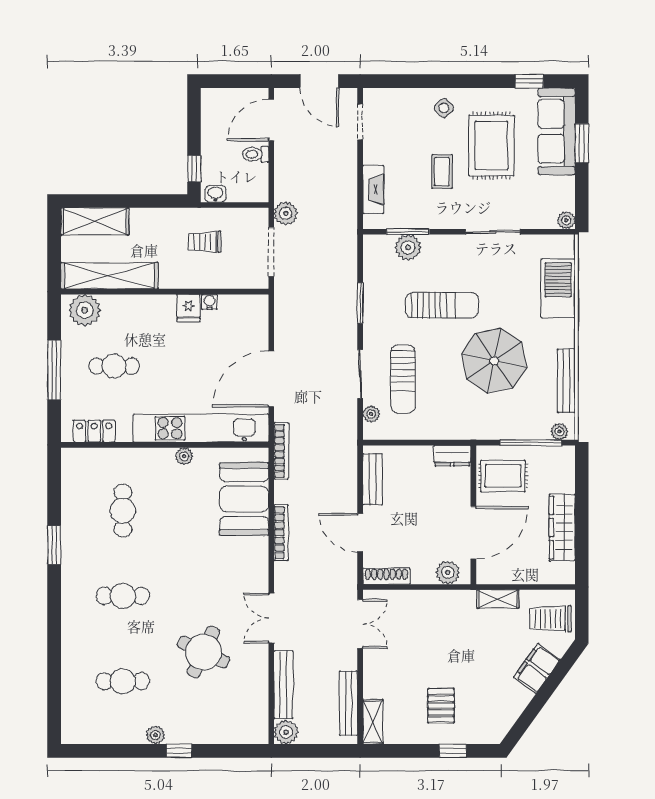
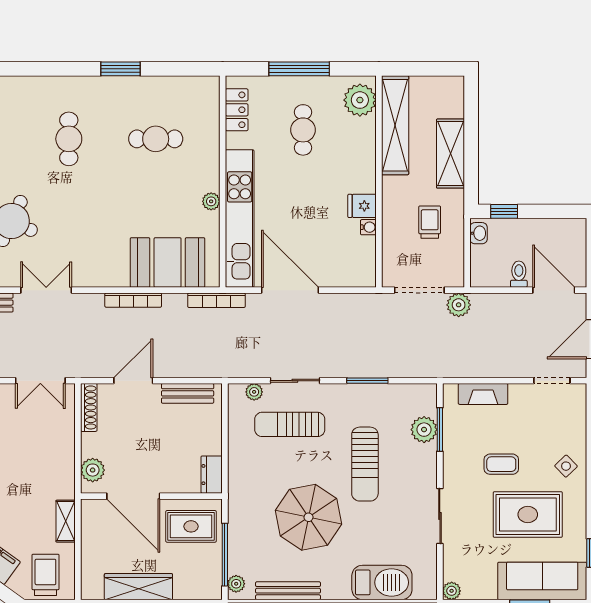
shelving: (95, 221) -> (450, 154), moved
rug: (503, 476) -> (191, 526), turned 90

